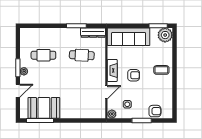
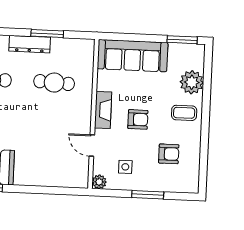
dresser: (93, 33) -> (30, 44), moved
plant: (165, 35) -> (192, 82), moved
door: (106, 92) -> (92, 146), swing flipped
armchair: (155, 111) -> (169, 154), moved

